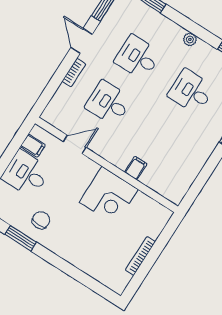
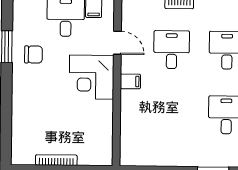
filing cabinet: (136, 168) -> (130, 81), moved
corner desk: (109, 196) -> (92, 77), moved

